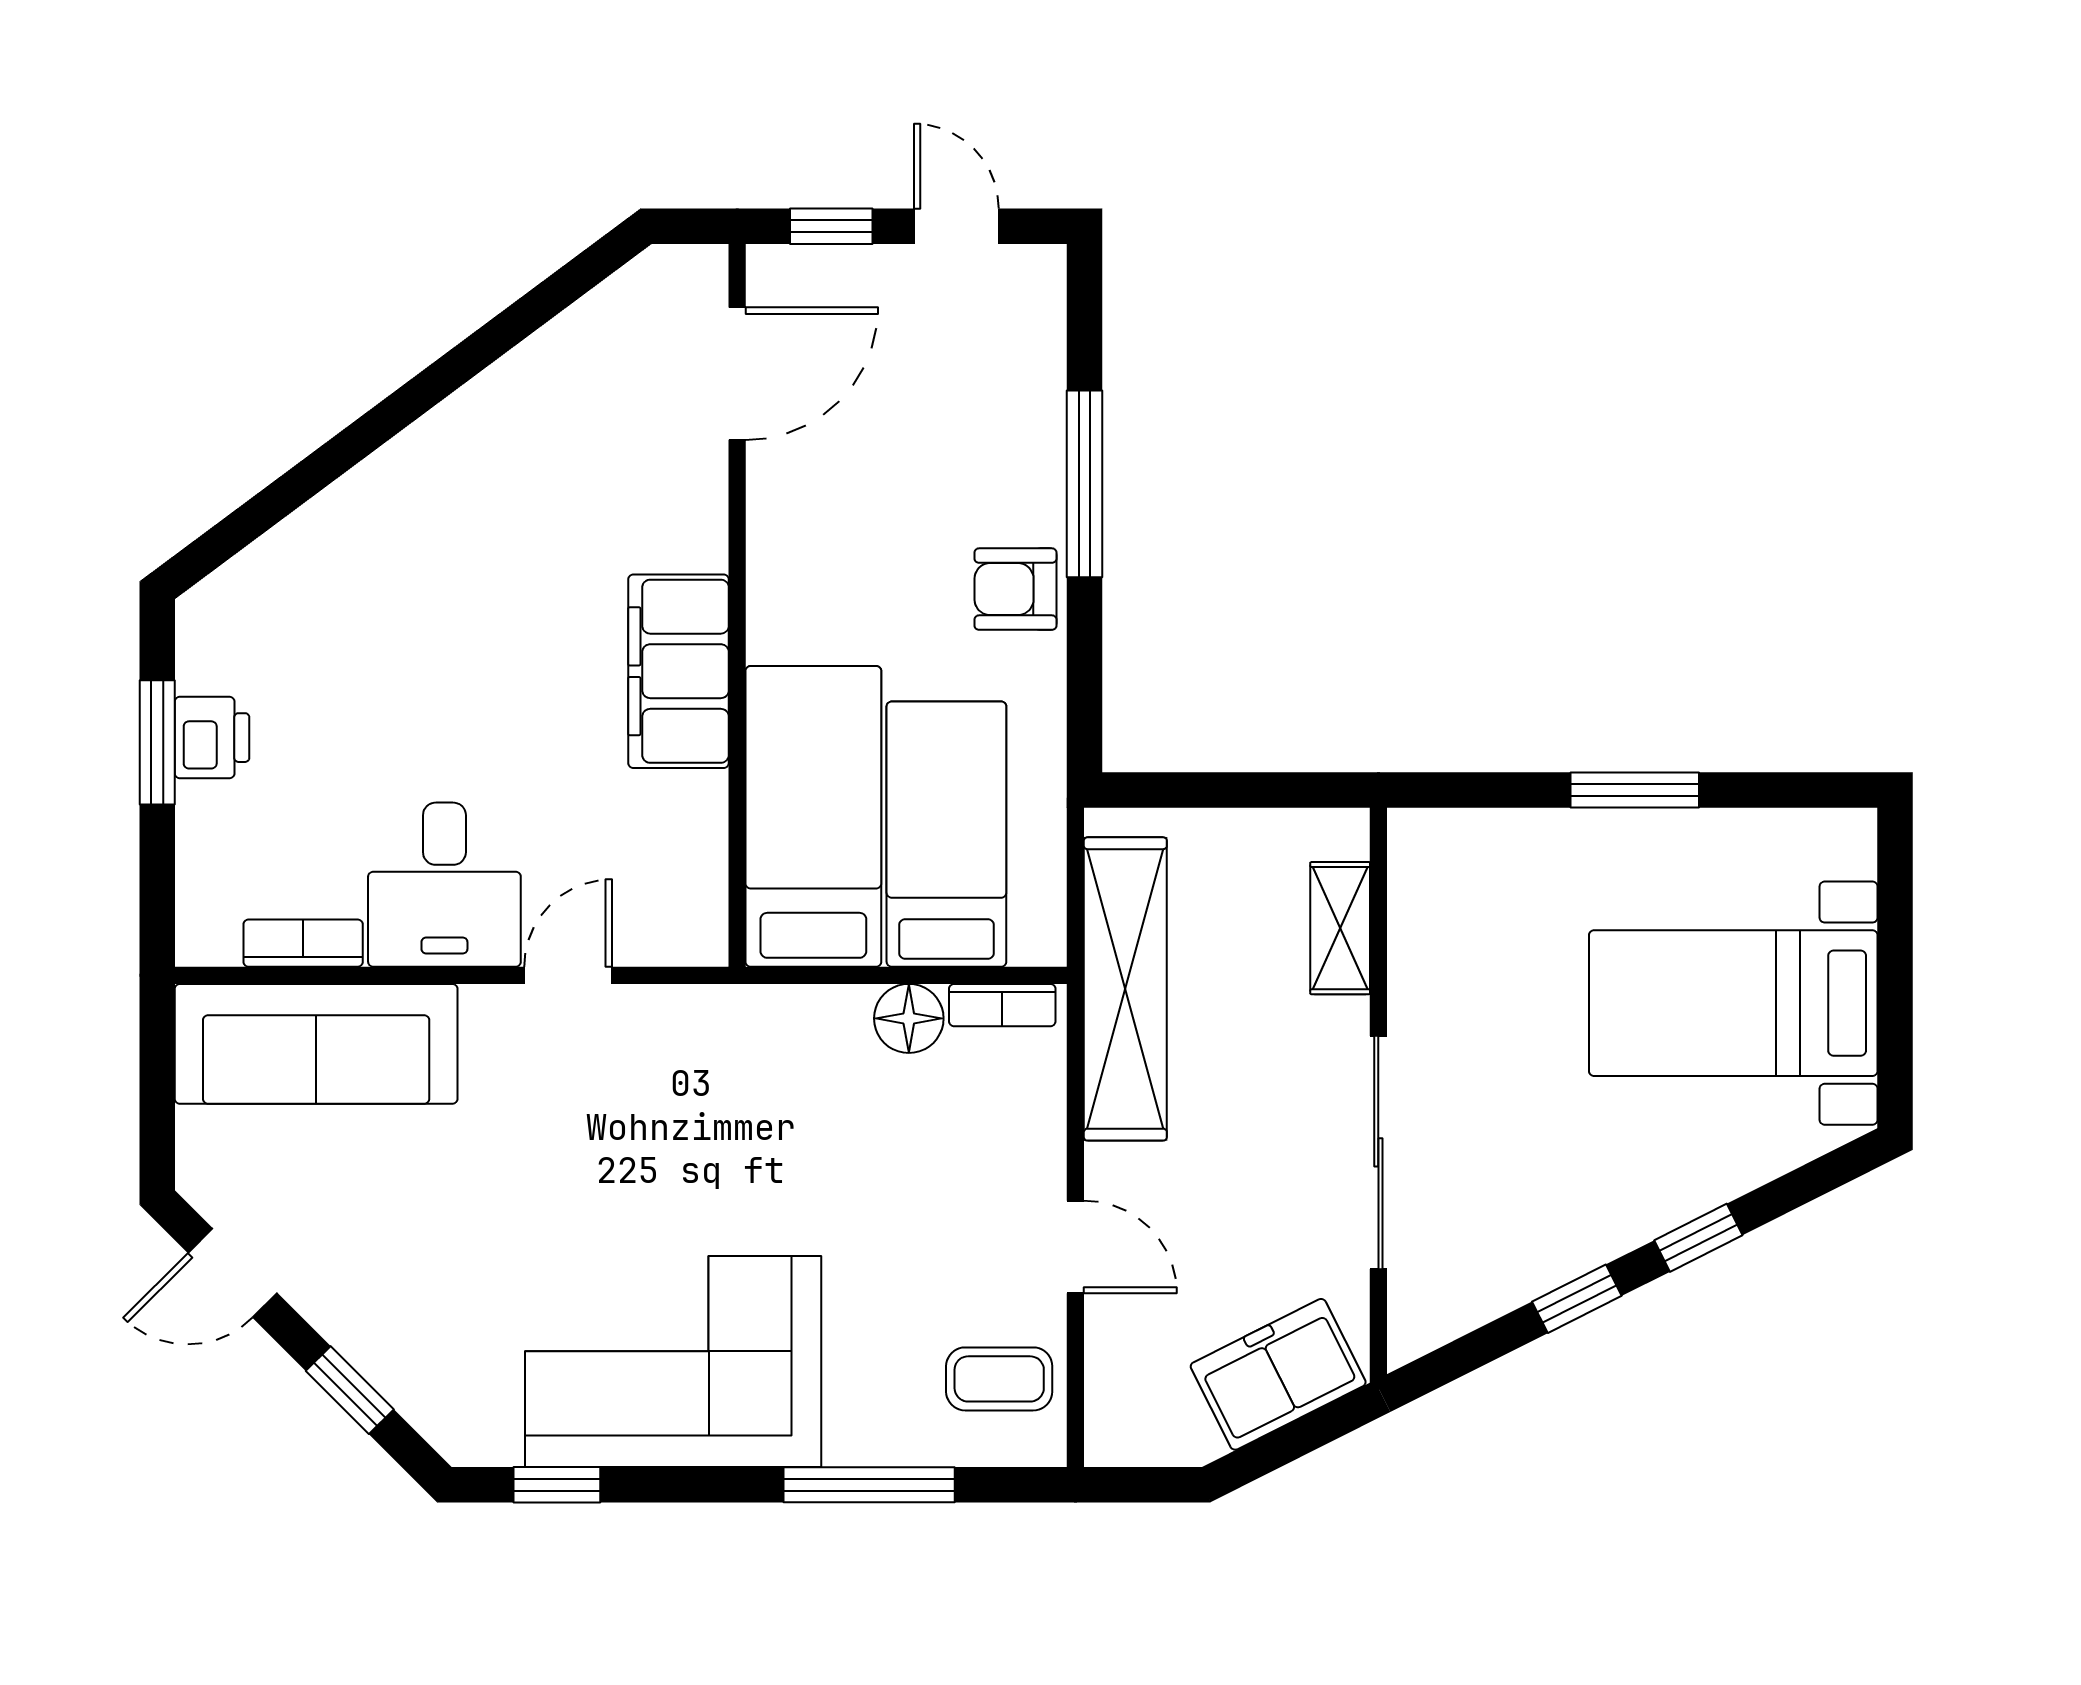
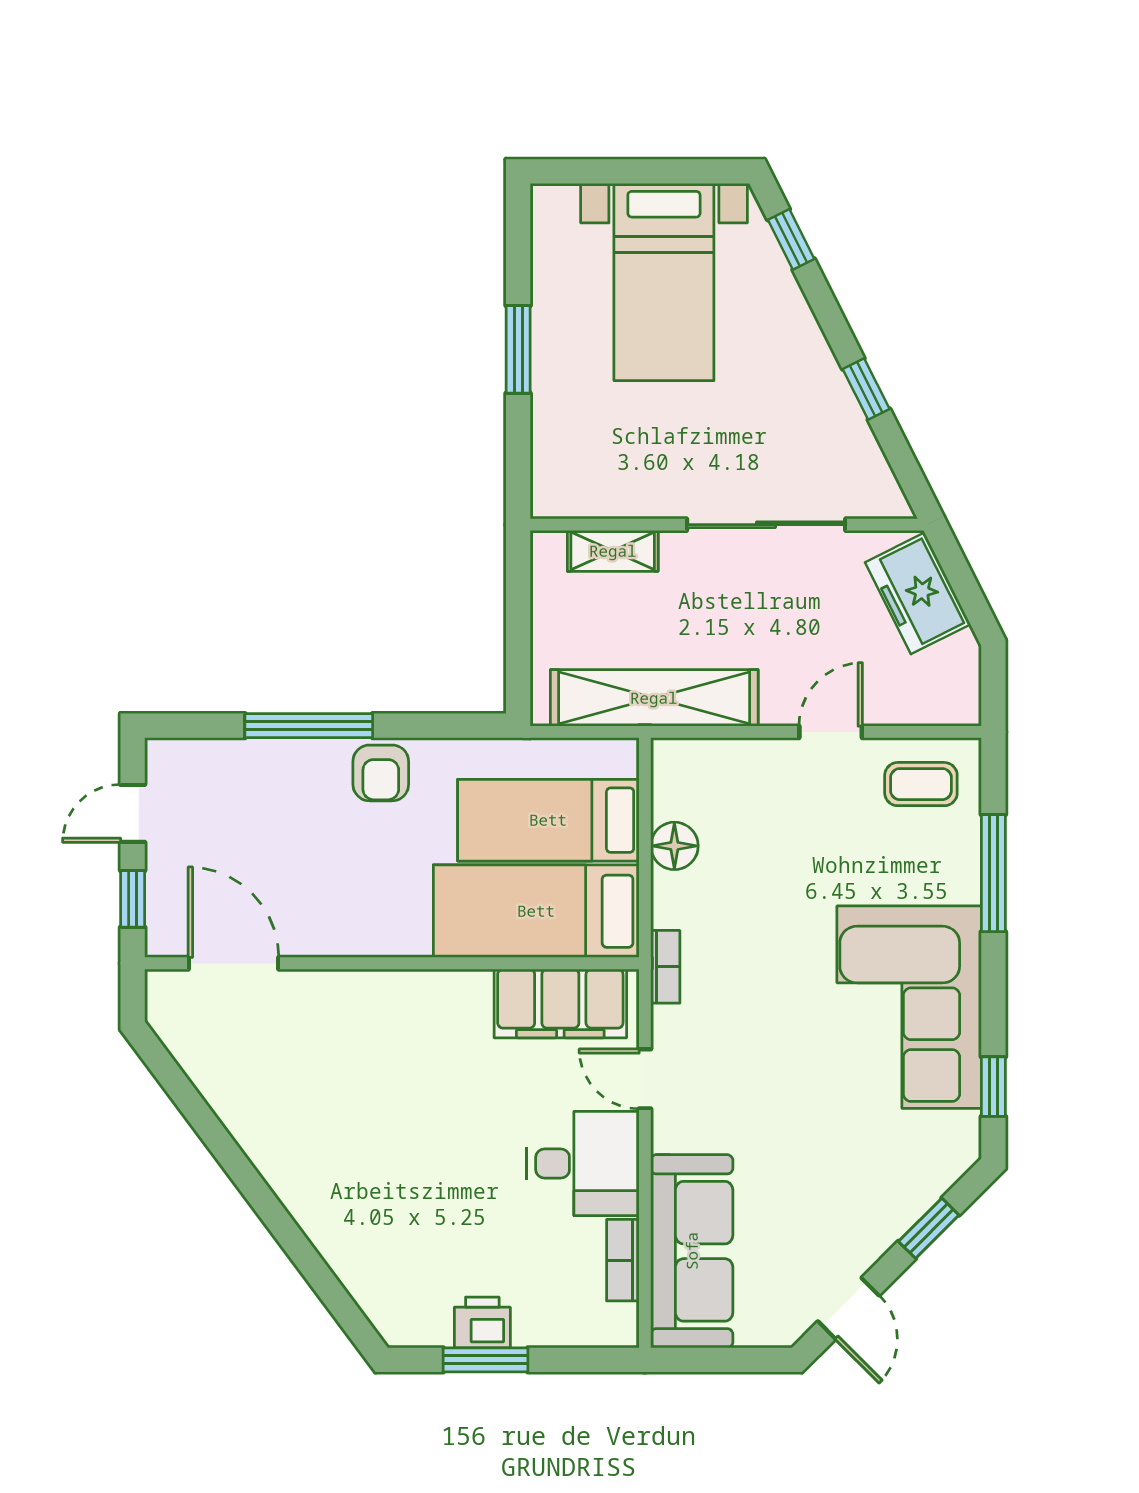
filing cabinet: (679, 671) -> (560, 1003), moved
bookcase: (1002, 1005) -> (665, 967), moved
window: (1698, 1238) -> (791, 239), moved
coffee table: (999, 1379) -> (921, 784), turned 90

